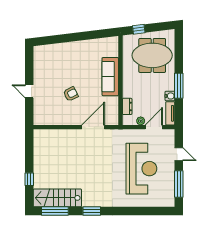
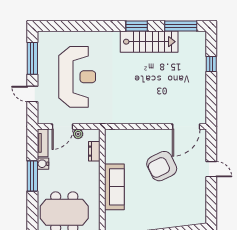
armchair: (71, 94) -> (162, 166), width x1.88, depth x1.88
door: (93, 127) -> (186, 126), moved
reception desk: (141, 169) -> (77, 77), turned 180
stairs: (57, 198) -> (149, 42), moved

